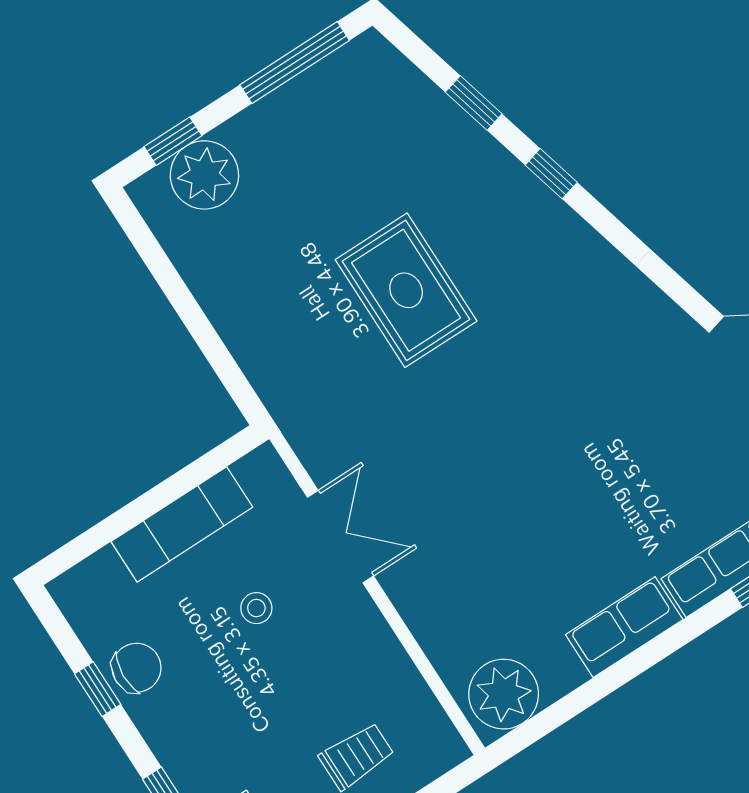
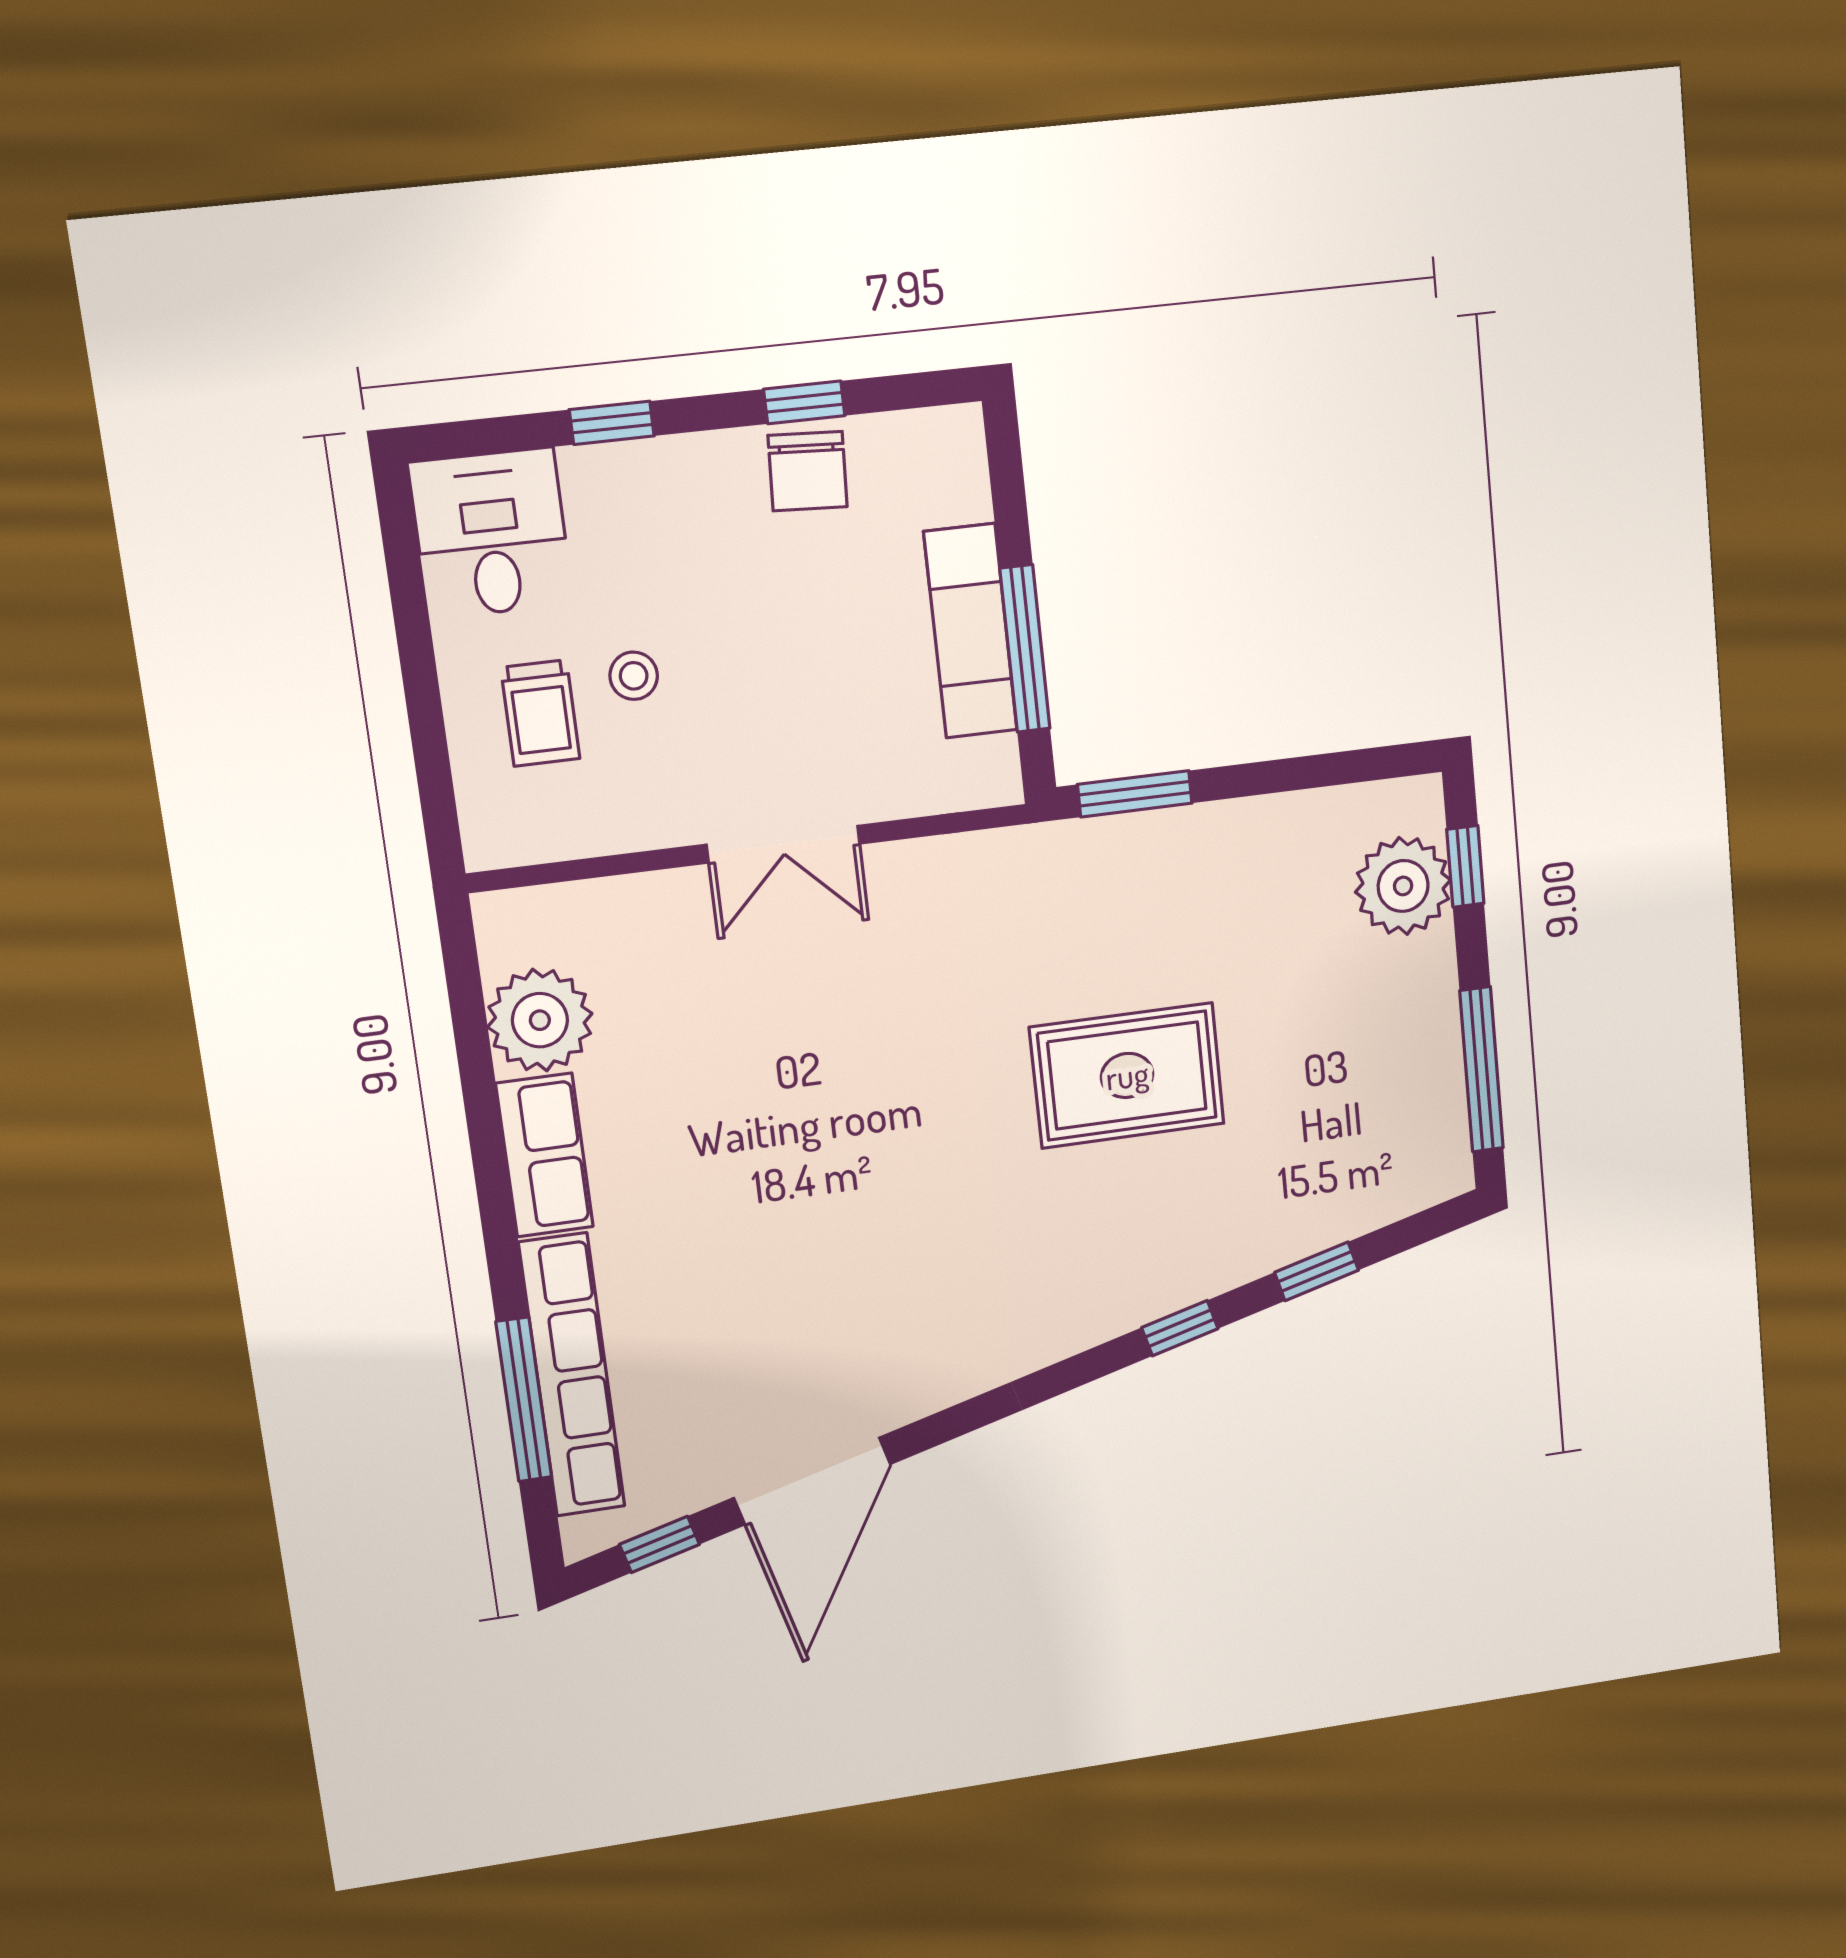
window: (230, 374) -> (1135, 794), added
window: (176, 486) -> (1025, 649), added
double door: (340, 537) -> (783, 844), moved
stool: (256, 608) -> (634, 676), moved
plant: (504, 694) -> (540, 1020), moved

